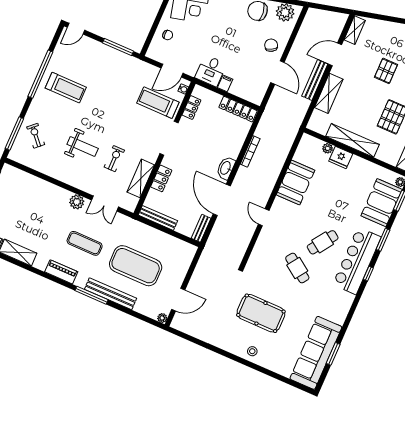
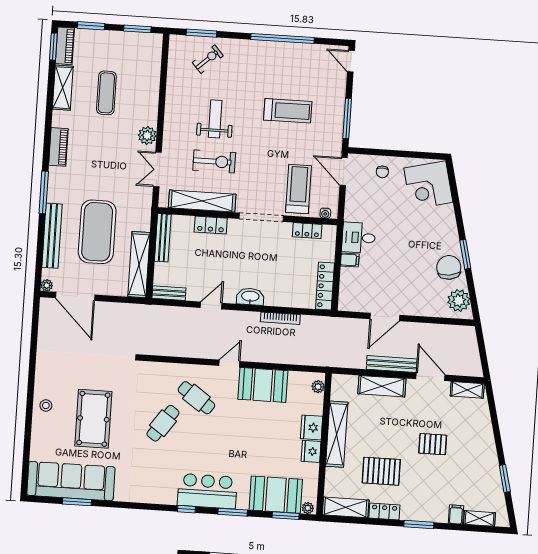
chair: (271, 45) -> (414, 298), removed
door: (172, 71) -> (344, 171), moved
treadmill: (66, 88) -> (288, 111), moved, turned -90
window: (14, 133) -> (201, 33), width x0.69
weight bench: (83, 146) -> (215, 119), turned 180
plant: (328, 148) -> (318, 387), moved
exercise bike: (114, 159) -> (214, 161), width x1.38, depth x1.39
fridge: (359, 164) -> (311, 451), added
shelving: (141, 178) -> (202, 201), width x1.47
door: (222, 200) -> (211, 305), width x0.53
door: (264, 217) -> (229, 363), moved
cafe table: (323, 242) -> (196, 398), moved
exercise mat: (85, 243) -> (106, 93), moved
shelving: (172, 243) -> (139, 265), added
bar counter: (357, 261) -> (207, 491), width x0.73
bench: (111, 294) -> (52, 236), moved
door: (178, 300) -> (75, 296), width x1.36
pool table: (261, 313) -> (93, 419), moved

